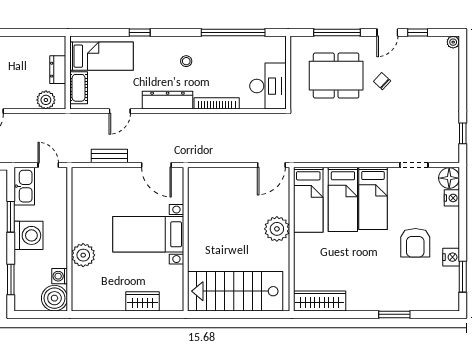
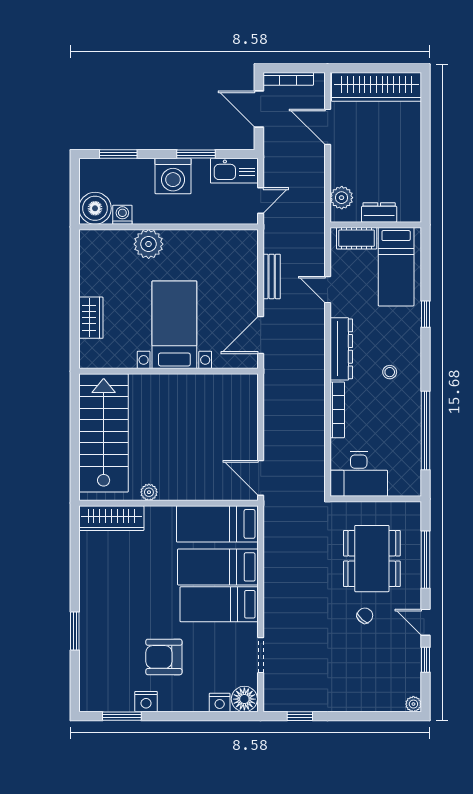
plant: (277, 229) -> (149, 492), moved, width x0.53, depth x0.53
wardrobe: (320, 301) -> (111, 518), moved, turned 90

